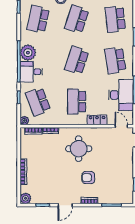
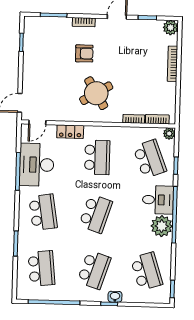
school desk: (38, 19) -> (147, 271), turned -30
door: (121, 126) -> (37, 122), hinge flipped
round table: (79, 149) -> (96, 93), turned -31

